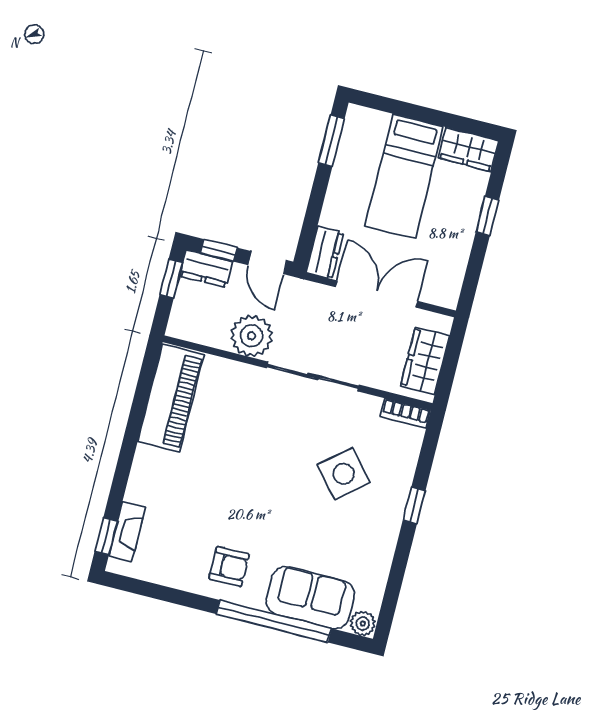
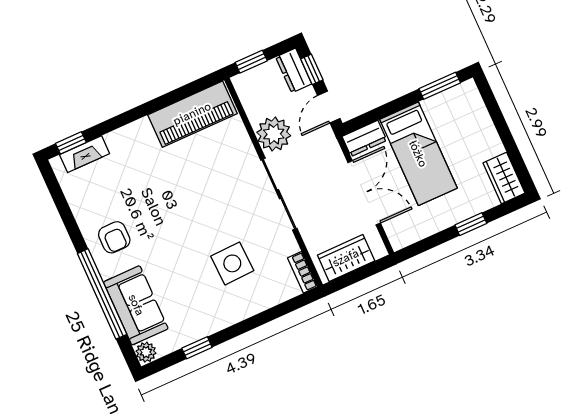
bed: (404, 176) -> (418, 154), moved, turned -90
window: (171, 279) -> (251, 62), moved
side table: (344, 474) -> (232, 263), turned 38
window: (414, 505) -> (197, 348), moved

